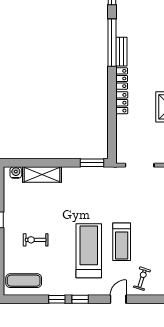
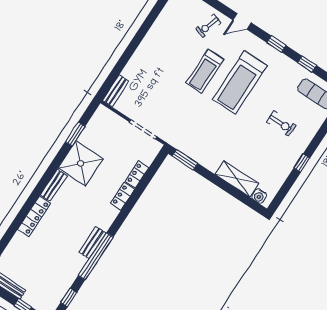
locker: (122, 78) -> (137, 175), moved
treadmill: (122, 242) -> (205, 71), turned 180
window: (57, 299) -> (307, 64), moved

